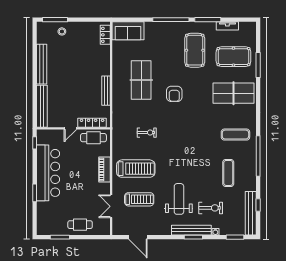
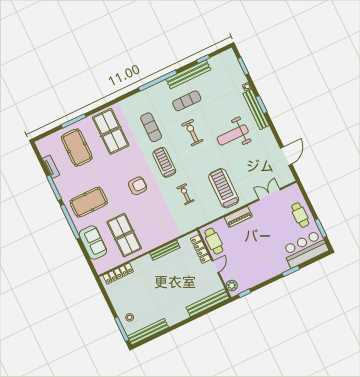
sofa: (128, 31) -> (93, 243), moved
locker: (105, 35) -> (118, 274), width x1.53
pool table: (195, 50) -> (89, 202), moved
bench: (42, 64) -> (148, 332), moved
table tennis table: (141, 80) -> (124, 235), moved, turned 90
door: (70, 128) -> (215, 267), hinge flipped
plant: (47, 135) -> (232, 286), added
exercise mat: (235, 135) -> (151, 127), moved
bar counter: (48, 173) -> (305, 249), moved, width x0.73
treadmill: (139, 199) -> (164, 162), moved
double door: (111, 206) -> (269, 194), swing flipped
exercise bike: (211, 208) -> (192, 133), moved
bench: (251, 213) -> (188, 74), moved

